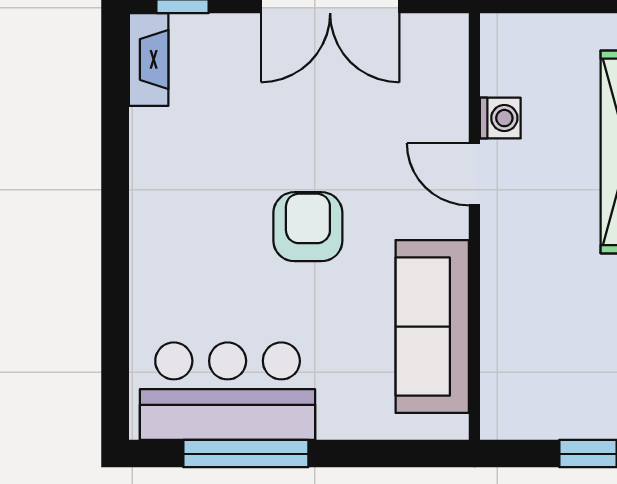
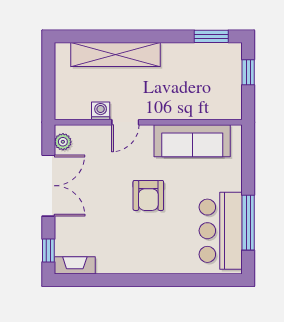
plant: (430, 32) -> (63, 142), added
armchair: (308, 227) -> (148, 195), turned -90

